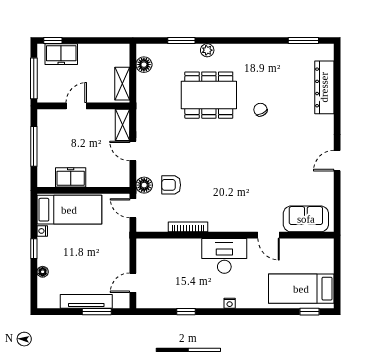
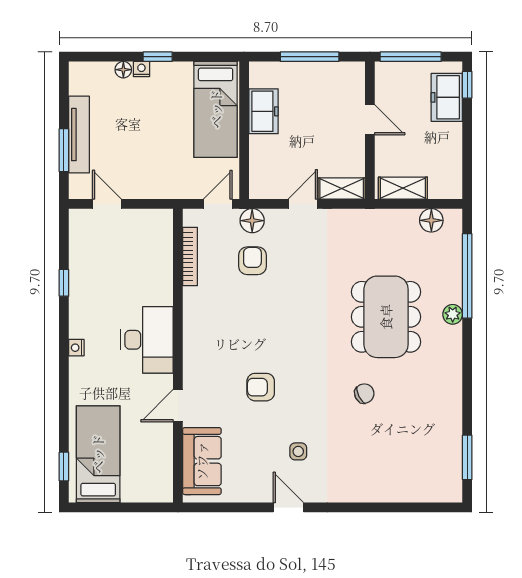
window: (181, 40) -> (467, 276), width x2.11
dresser: (324, 87) -> (397, 489), removed
side table: (299, 154) -> (298, 451), added
armchair: (256, 179) -> (261, 387), added
bookcase: (188, 227) -> (190, 256), moved
nightstand: (42, 231) -> (141, 69), moved

